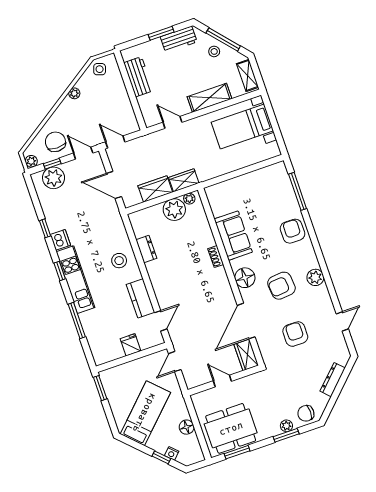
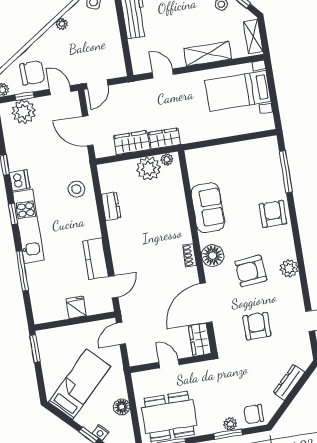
chair: (55, 142) -> (32, 73), turned 90
door: (115, 142) -> (97, 84), swing flipped
shoe rack: (216, 257) -> (189, 255), moved
stool: (119, 261) -> (76, 189), moved

